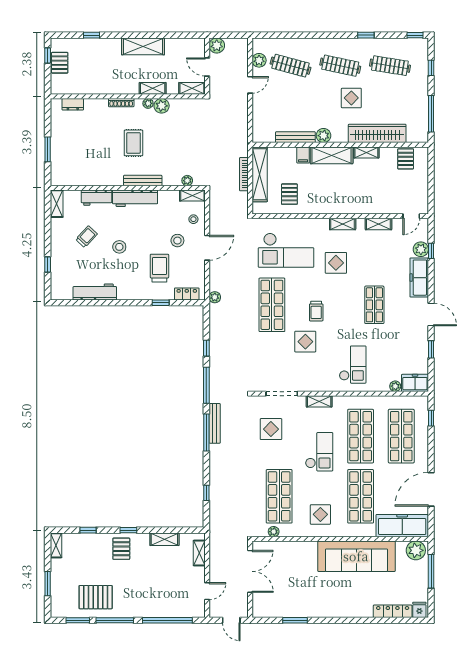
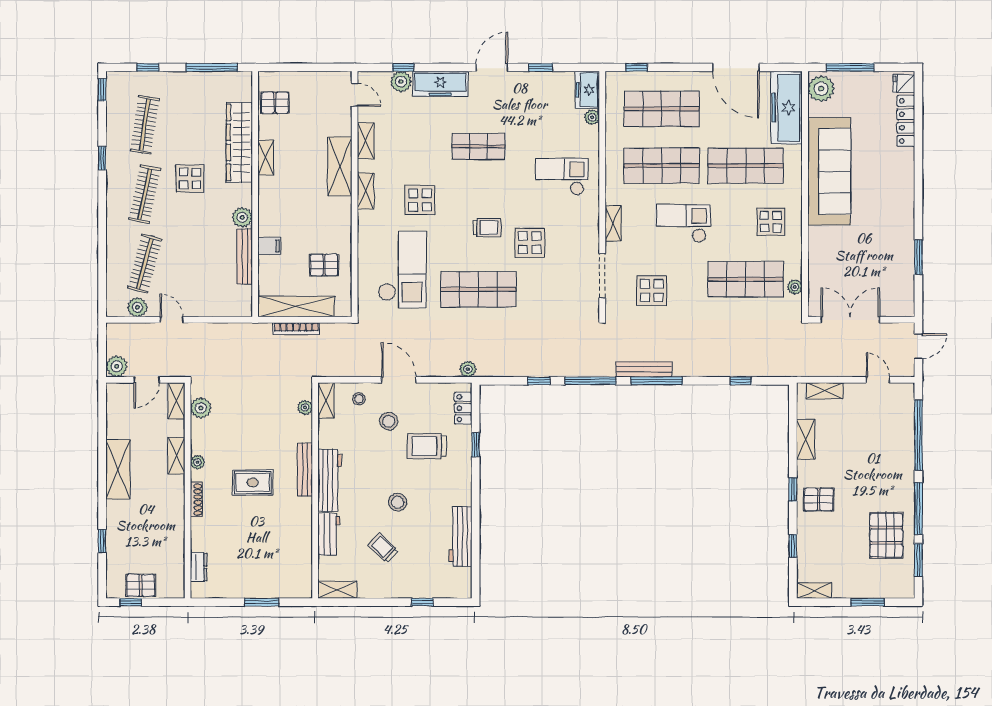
plant: (162, 106) -> (201, 408), moved
shelving: (332, 155) -> (340, 166), moved

